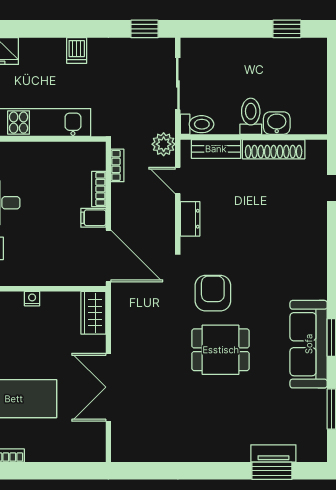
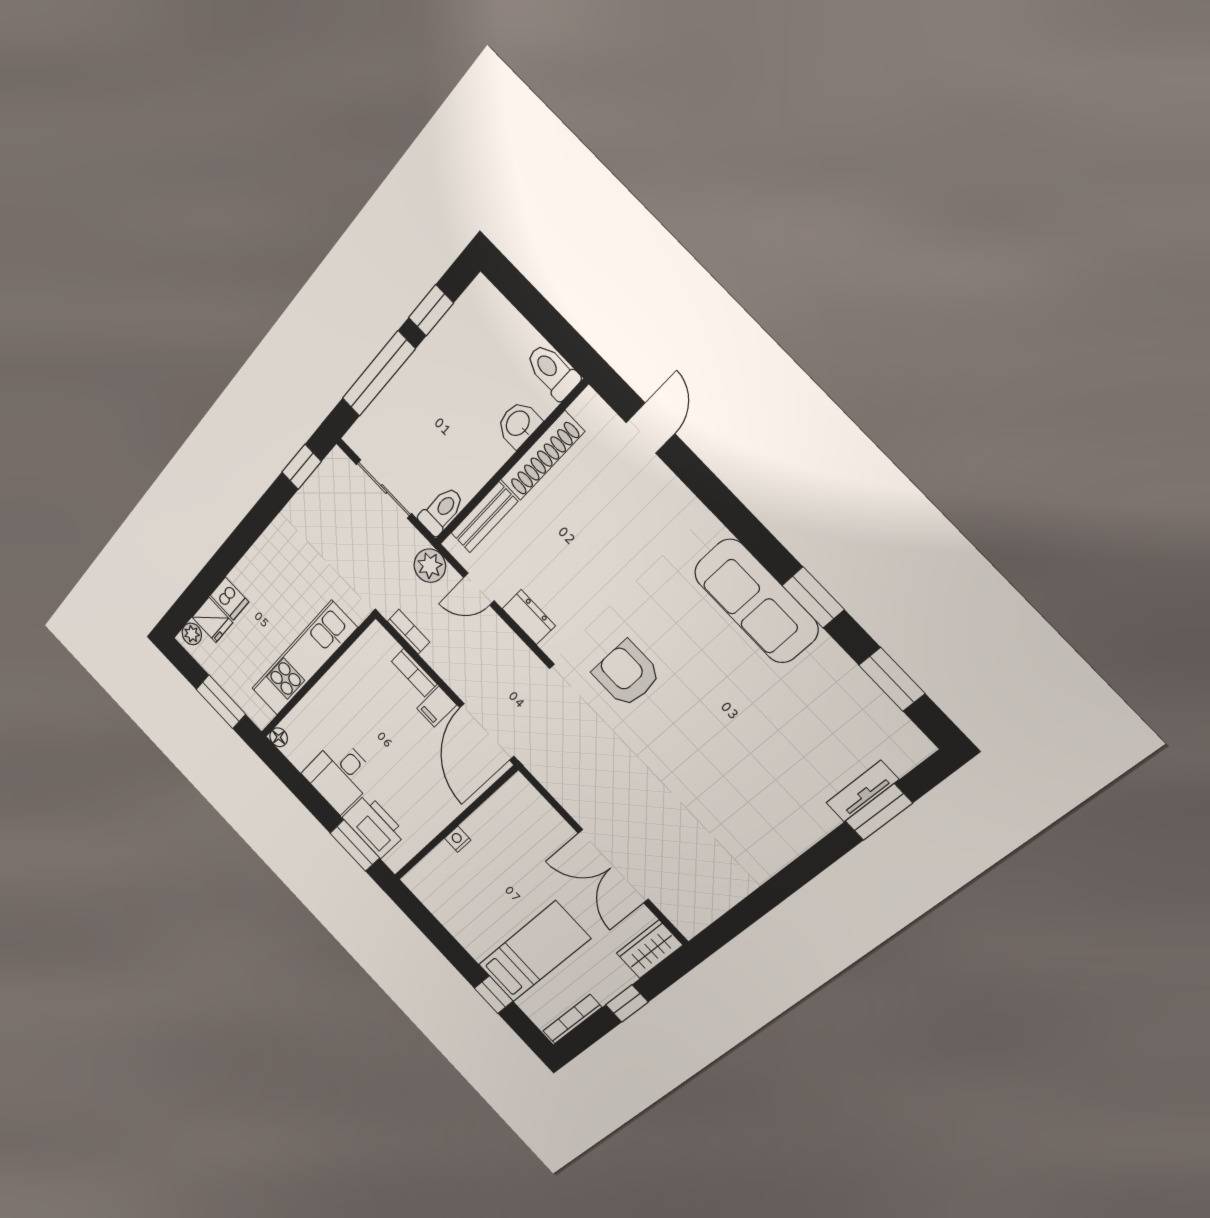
window: (232, 29) -> (378, 374), added
dishwasher: (77, 50) -> (229, 599), moved
toilet: (251, 116) -> (552, 371), moved
door: (108, 256) -> (487, 732), swing flipped
wardrobe: (93, 313) -> (649, 949), moved, turned 90
sofa: (309, 344) -> (756, 601), moved
dining table: (221, 350) -> (693, 727), removed
window: (41, 471) -> (627, 1003), added

